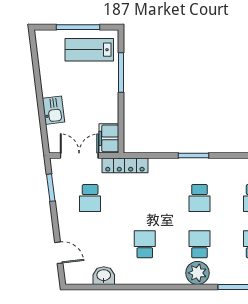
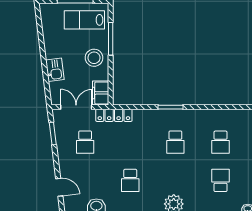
stool: (101, 96) -> (94, 58), added
school desk: (145, 244) -> (130, 180), turned 180
school desk: (199, 244) -> (175, 180), removed

